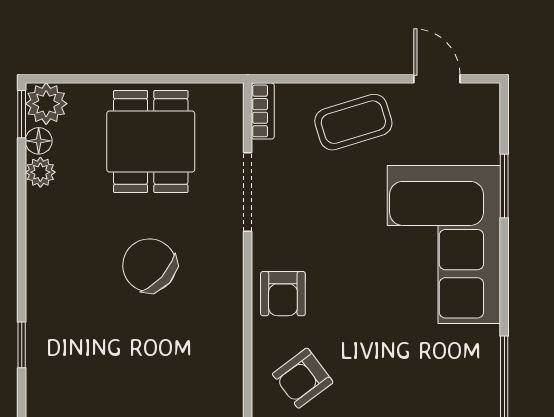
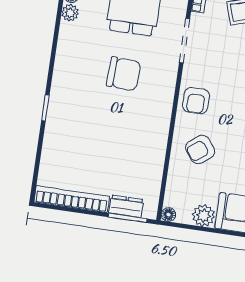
chair: (149, 265) -> (124, 74), turned 141

